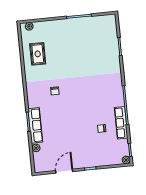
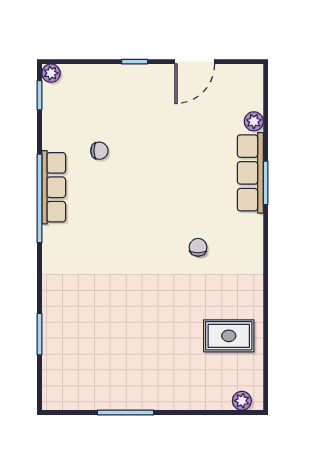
rug: (38, 54) -> (229, 336), turned 90
row of seats: (121, 123) -> (54, 187), moved

